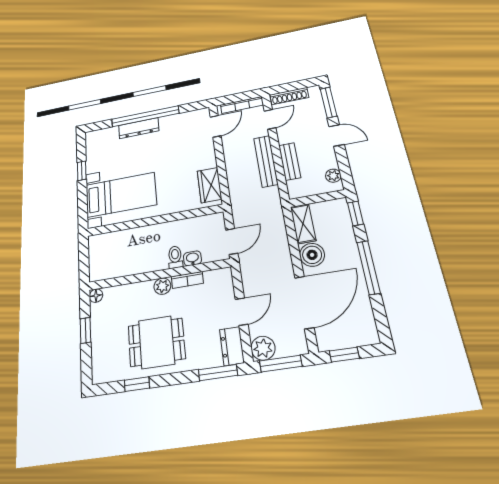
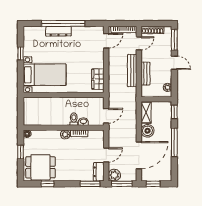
dining table: (157, 342) -> (40, 167), moved

